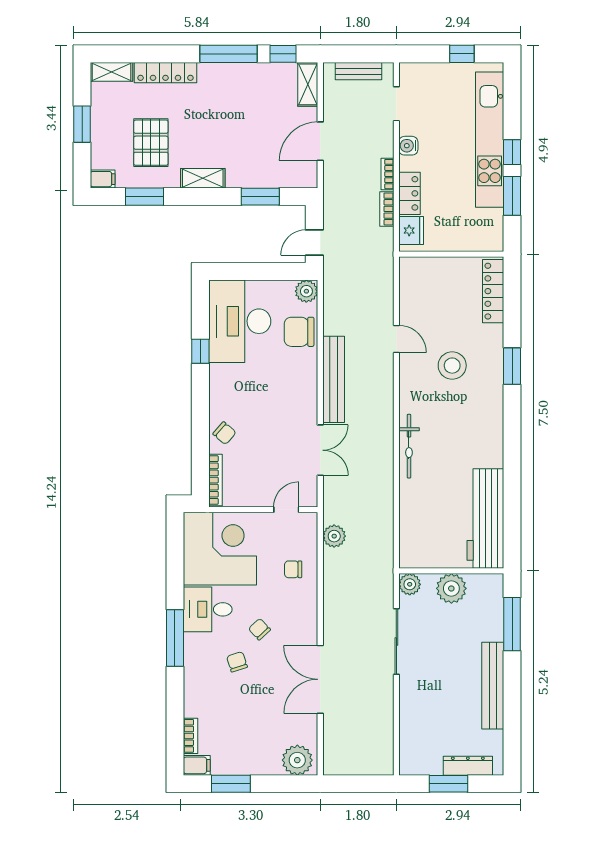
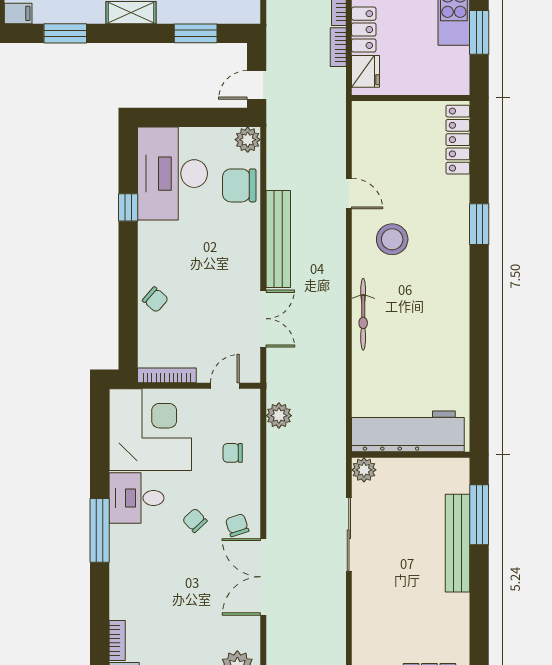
stool: (452, 366) -> (392, 239), moved
bookcase: (215, 480) -> (167, 375), moved, turned -90
workbench: (485, 519) -> (408, 431), moved, turned 90
plant: (451, 588) -> (411, 474), removed
chair: (237, 662) -> (237, 525), moved
bench: (493, 686) -> (457, 543), moved

